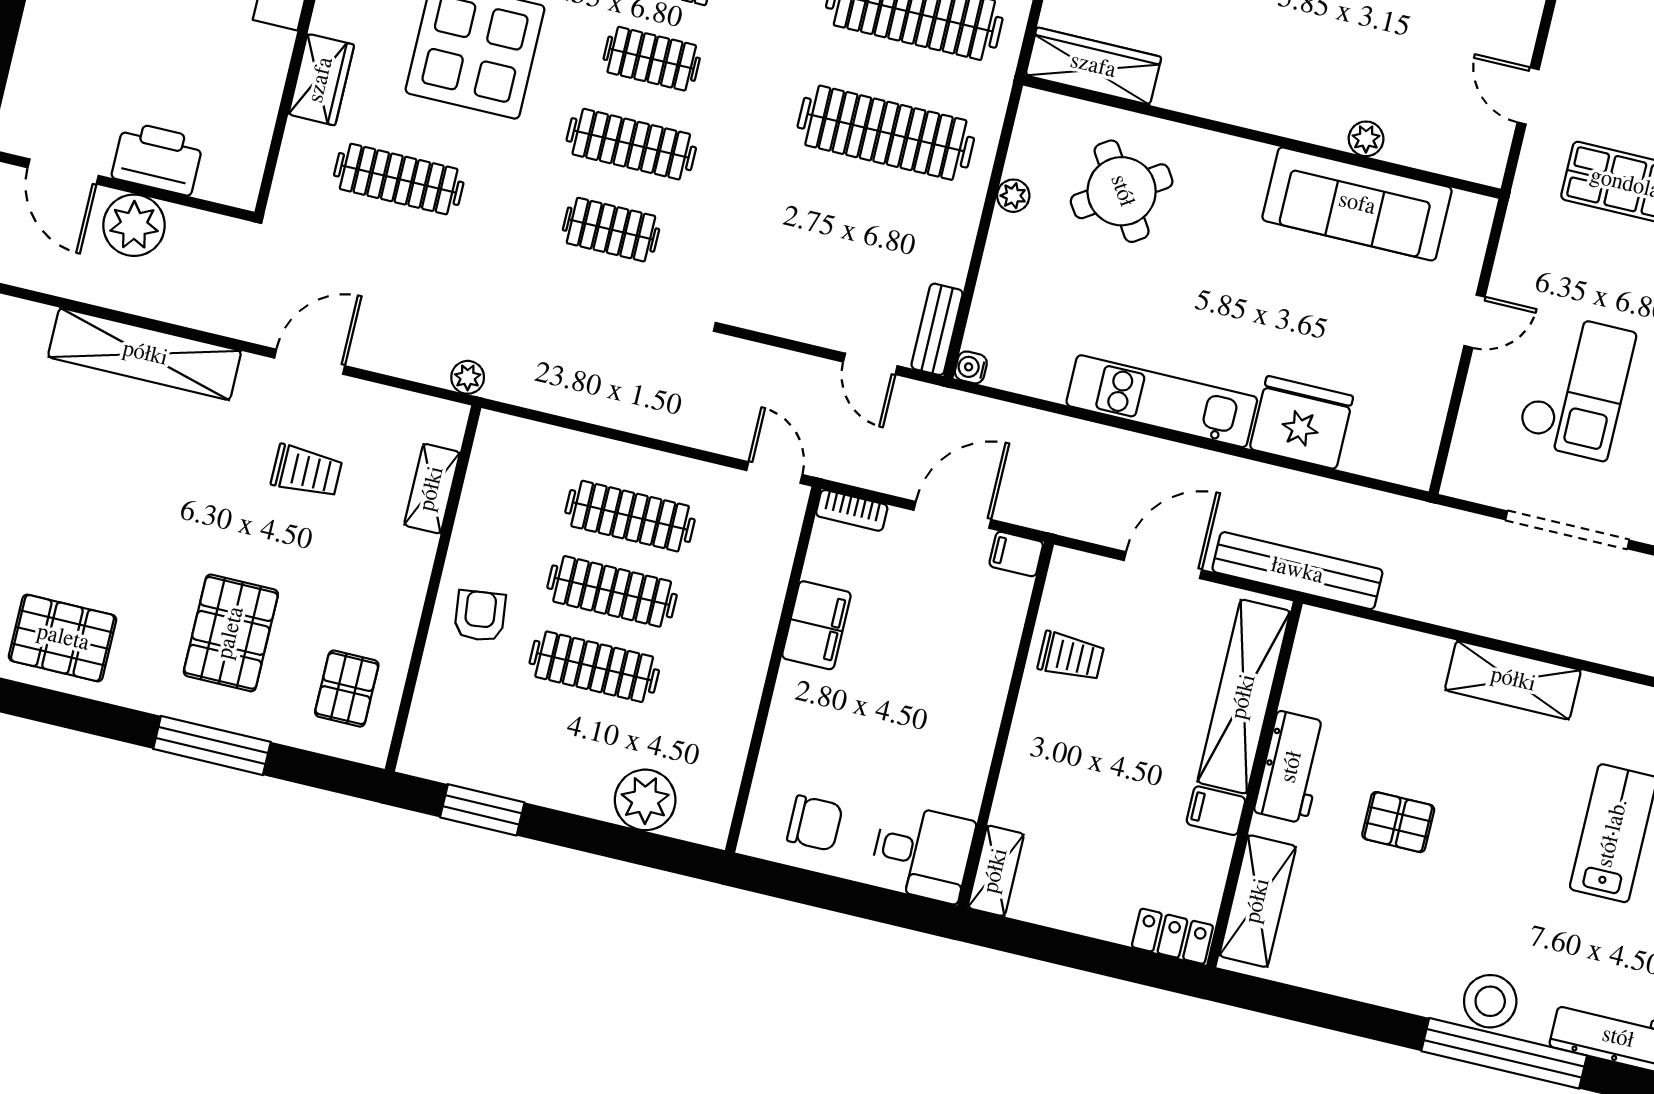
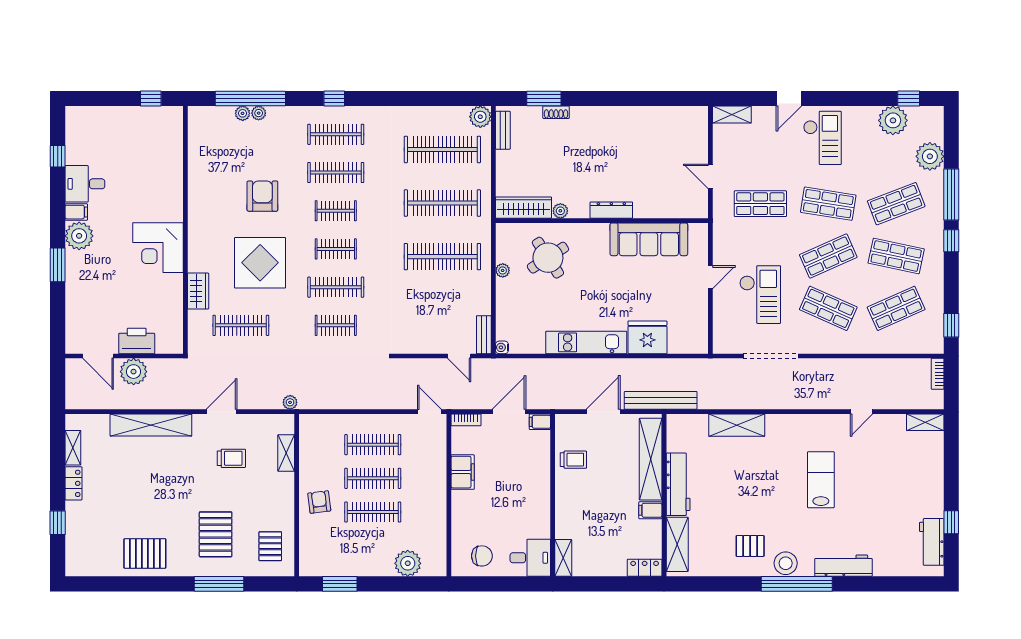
dresser: (1289, 119) -> (611, 210), added
plant: (1366, 139) -> (560, 211), moved
shelving: (1513, 680) -> (737, 425), moved
workbench: (1292, 767) -> (678, 484), width x1.38
pallet: (1398, 822) -> (750, 546), moved

